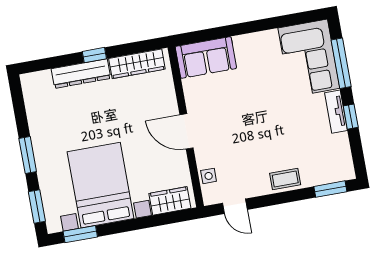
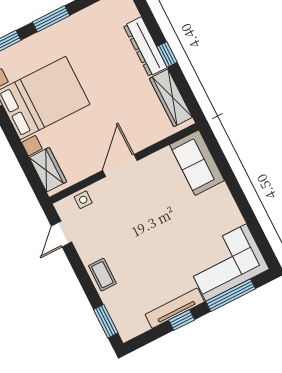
tv unit: (336, 112) -> (175, 308), width x1.41

